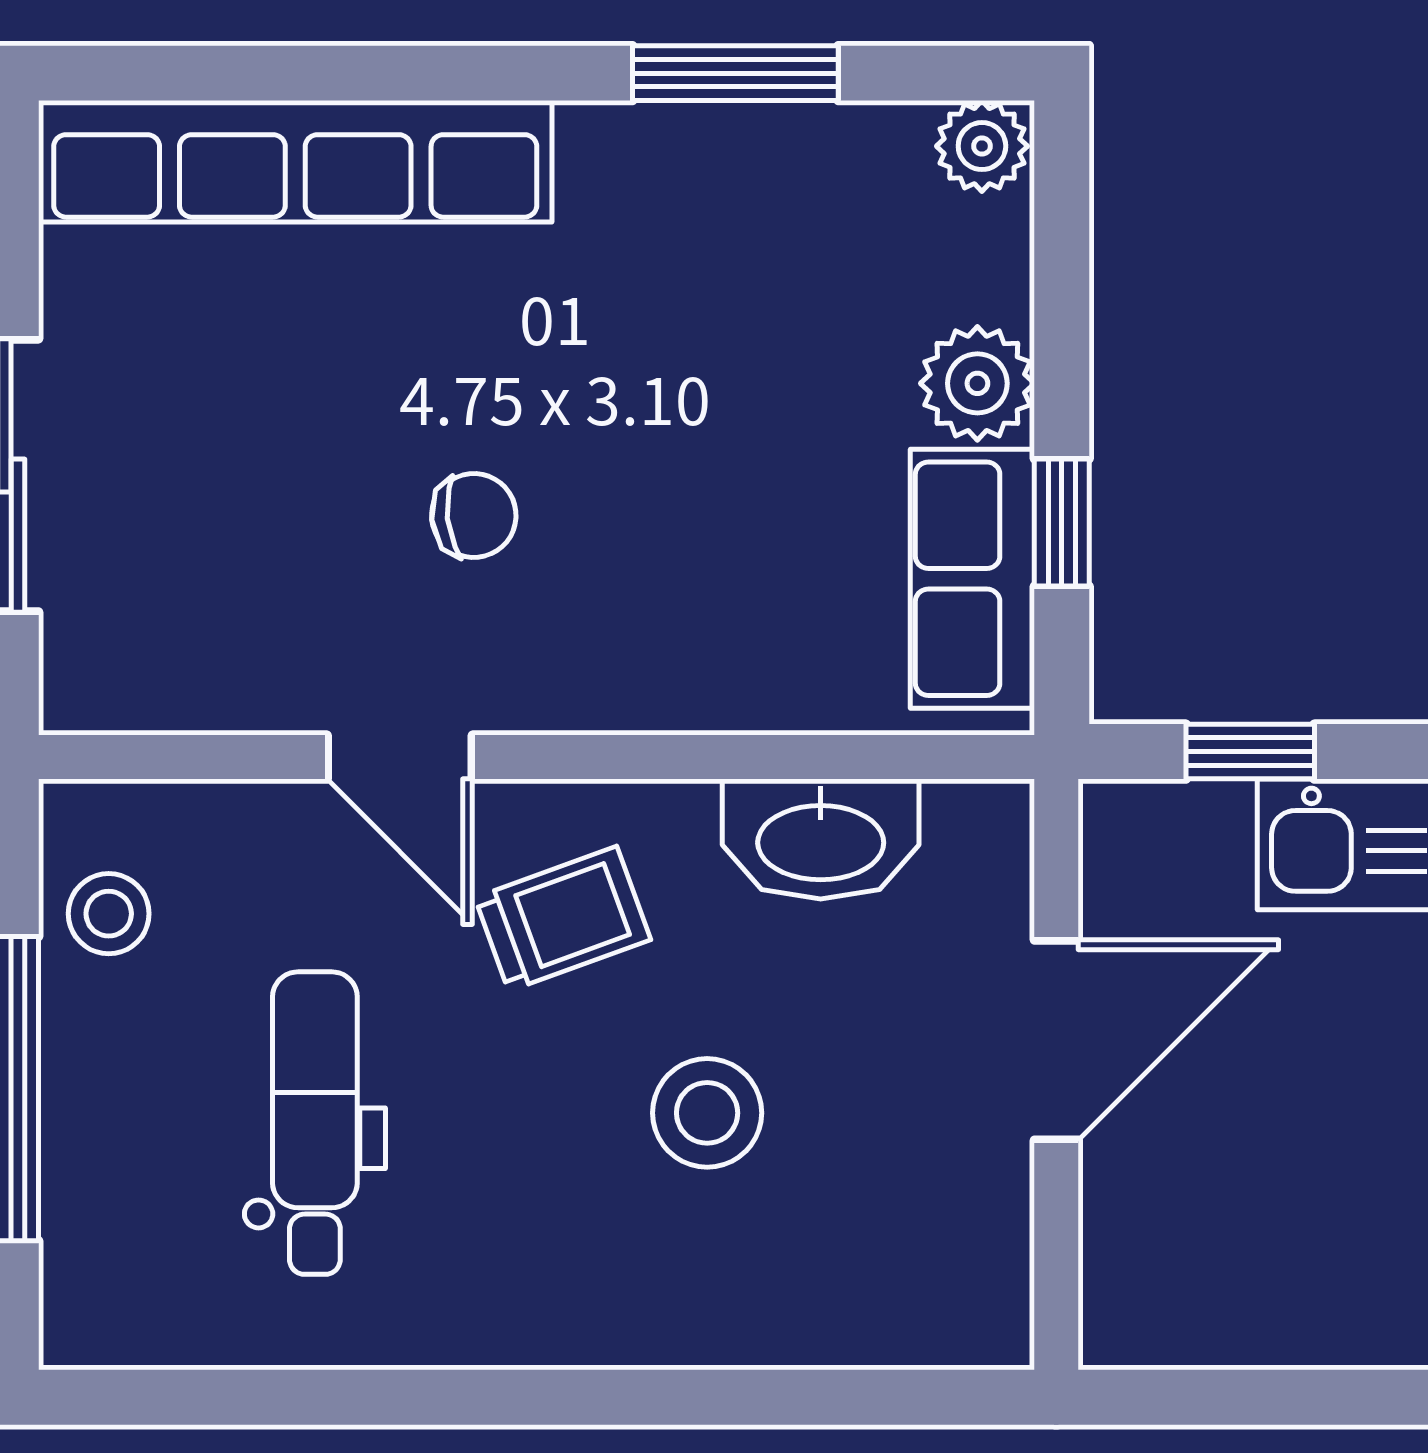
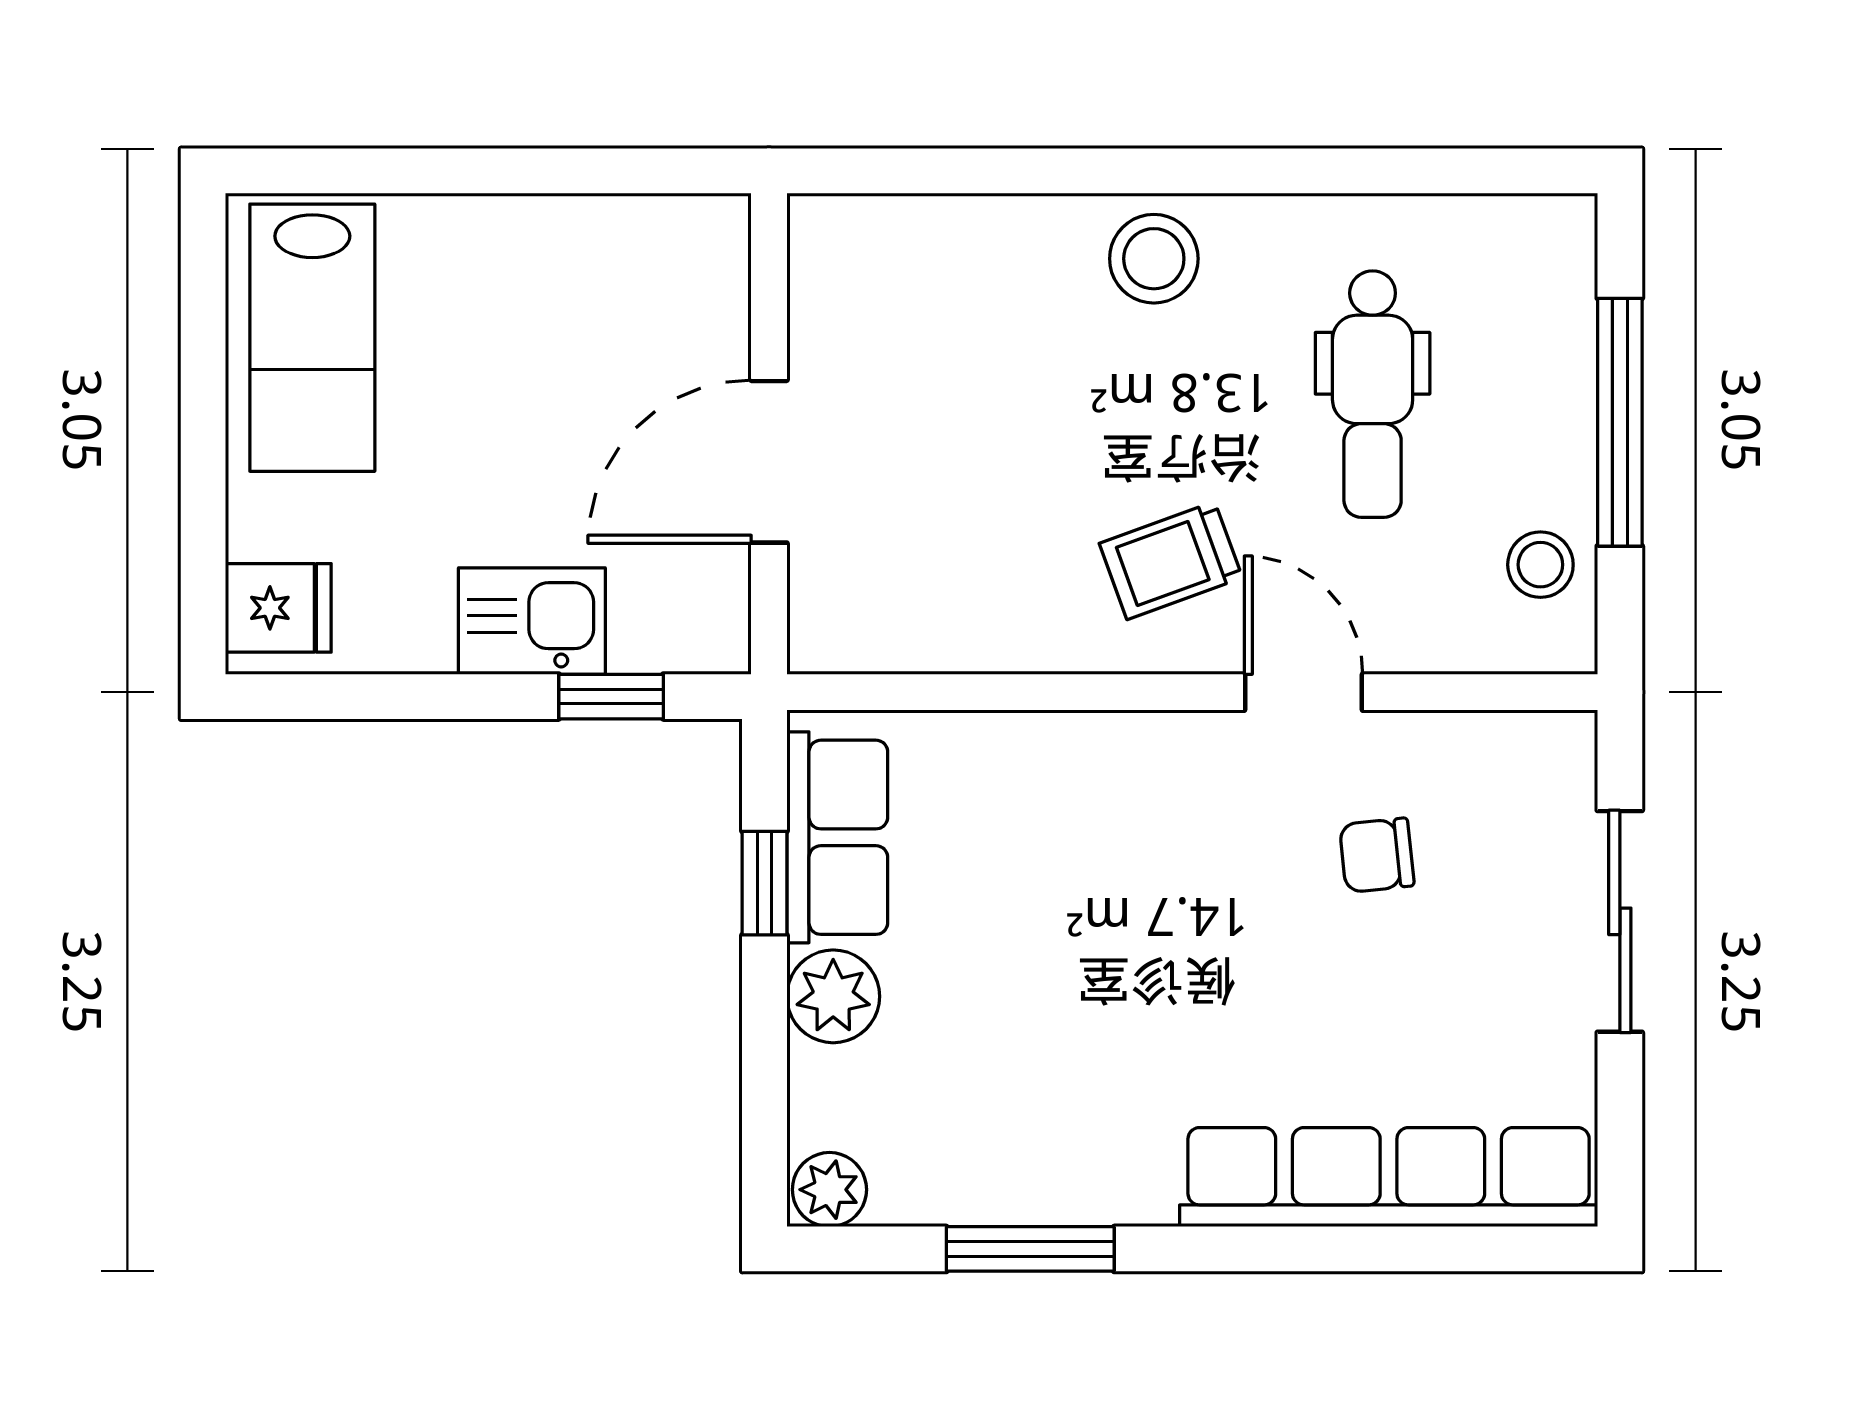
chair: (474, 516) -> (1377, 855), moved
washbasin: (821, 839) -> (961, 625), removed
stool: (707, 1113) -> (1154, 259), moved

